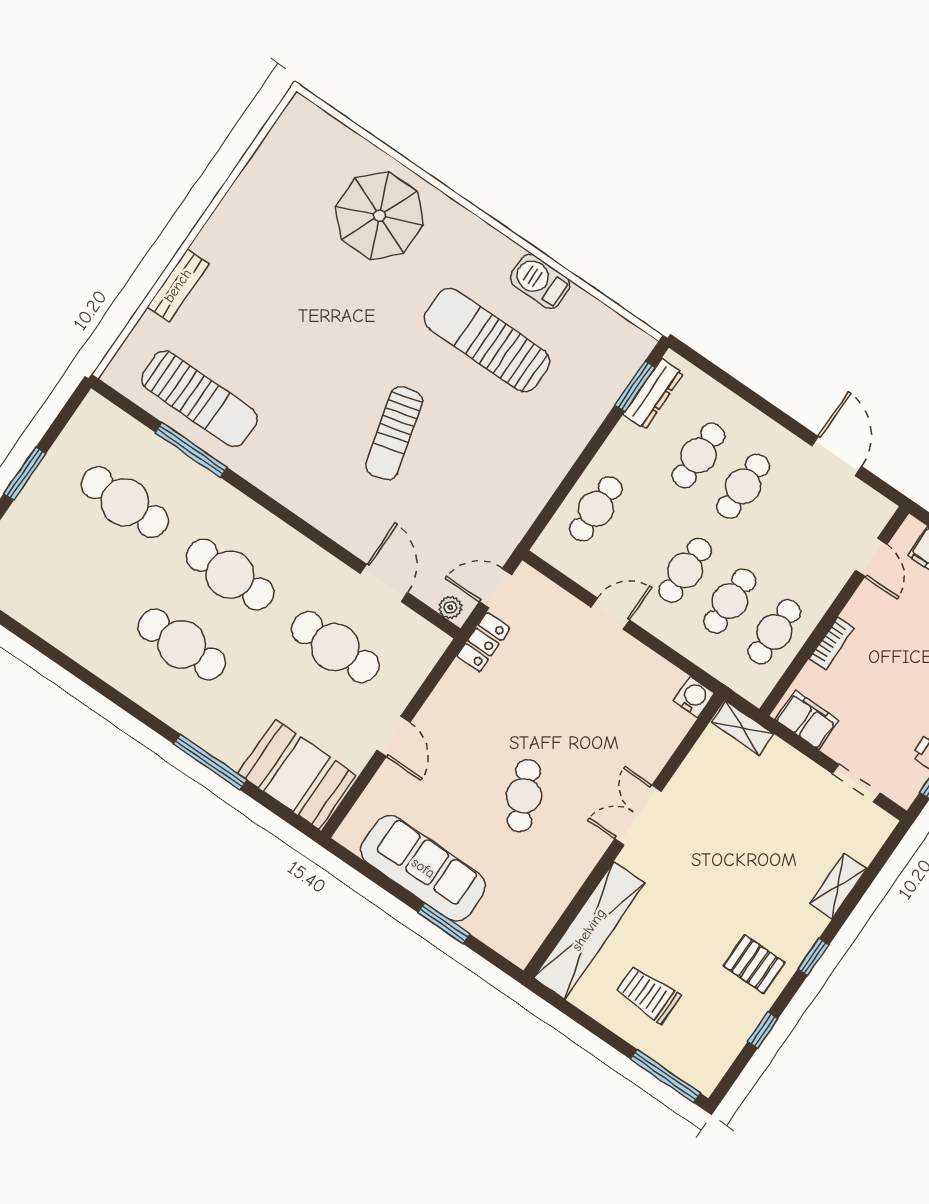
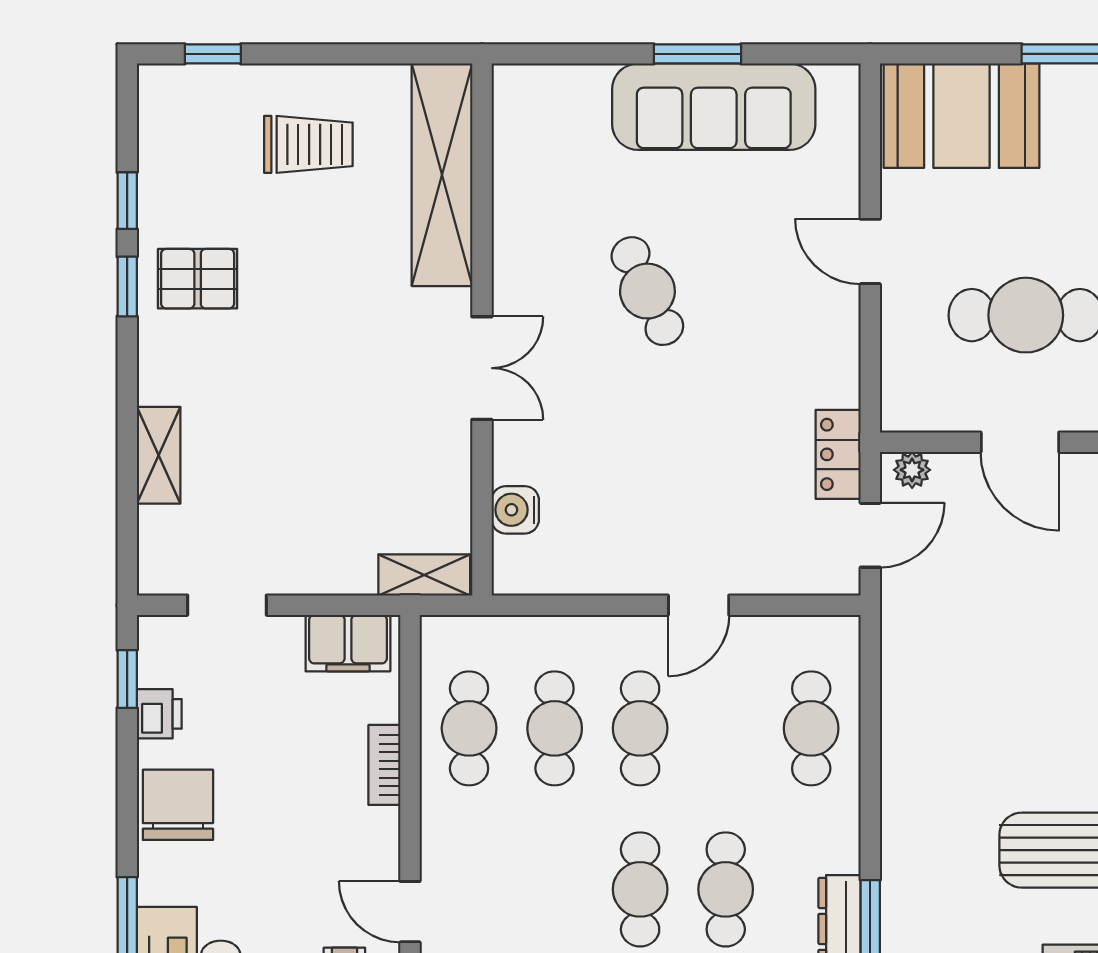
water cooler: (694, 697) -> (515, 510), moved, turned 90
window: (444, 923) -> (697, 54), moved
window: (813, 957) -> (127, 287), moved
window: (665, 1076) -> (213, 54), width x0.46

